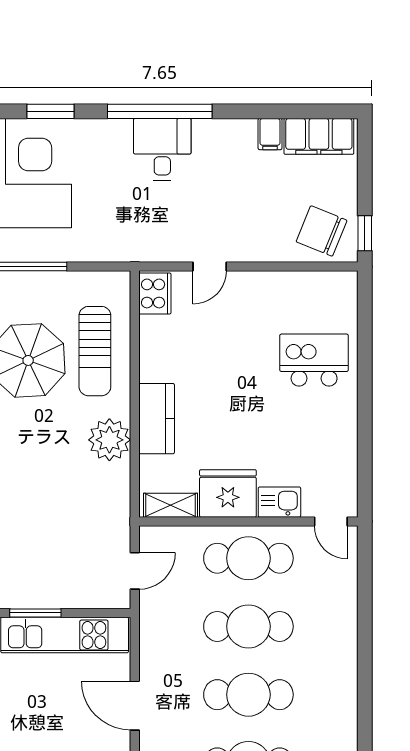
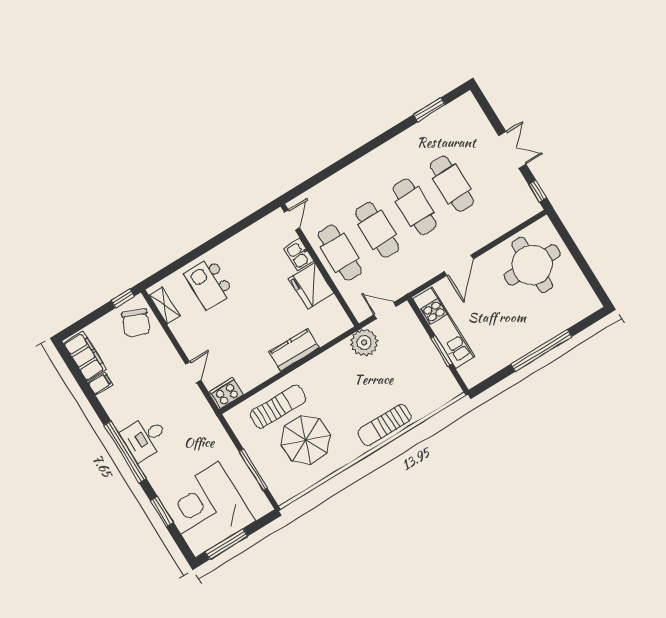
door: (210, 267) -> (193, 372), hinge flipped
plant: (109, 440) -> (364, 343), moved
shelving: (170, 505) -> (164, 306), moved

